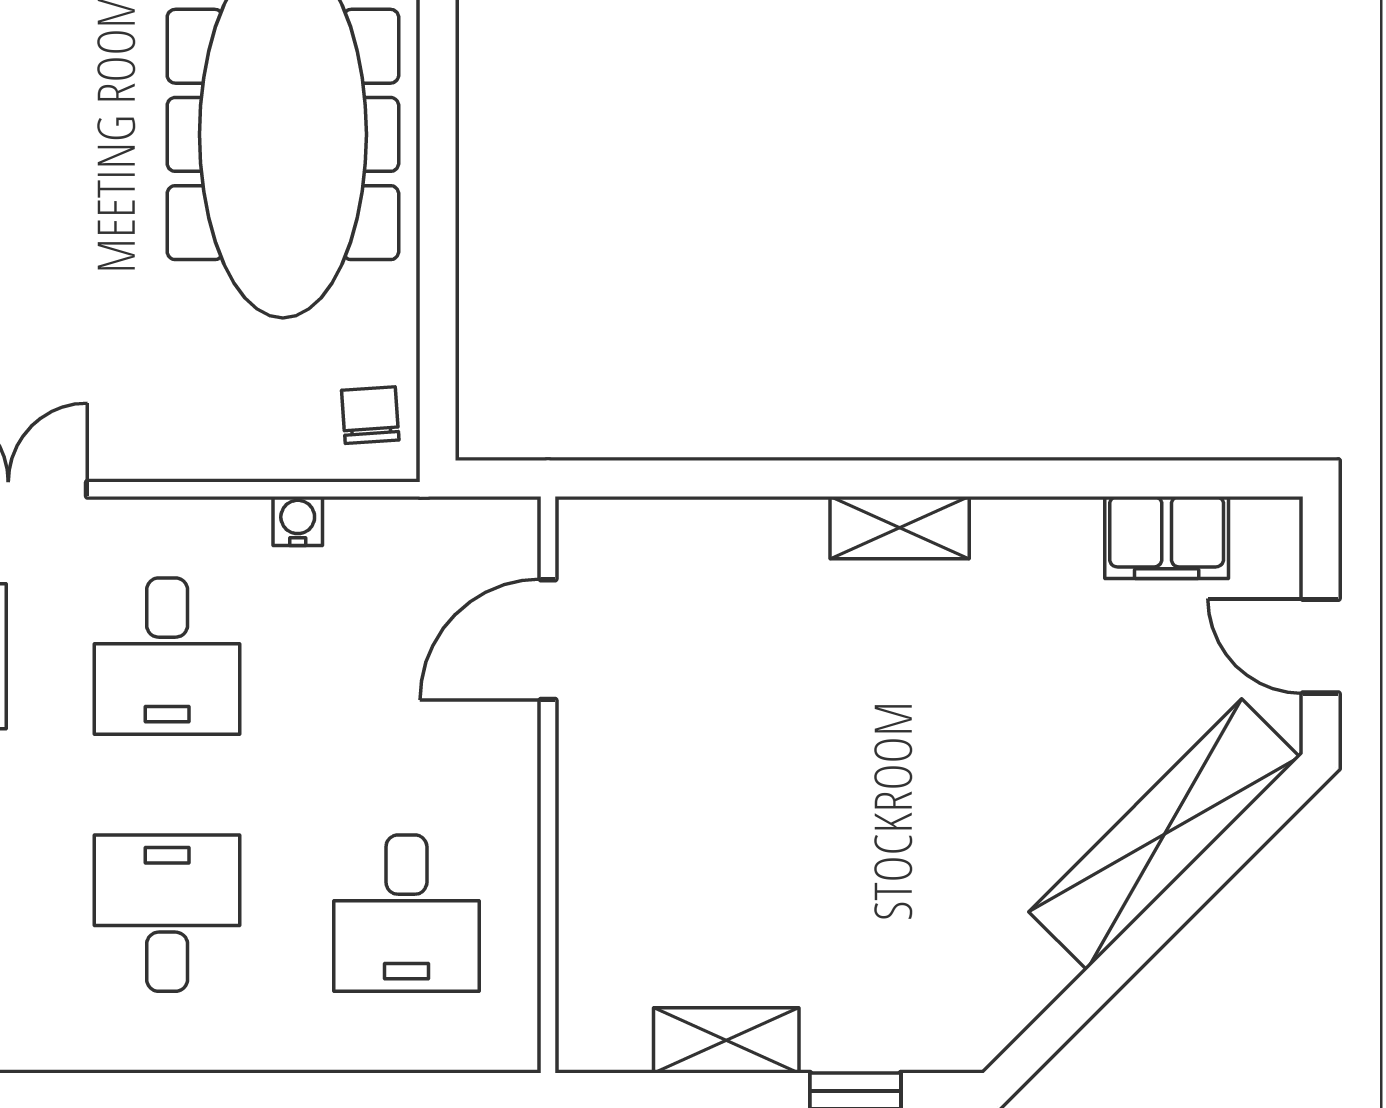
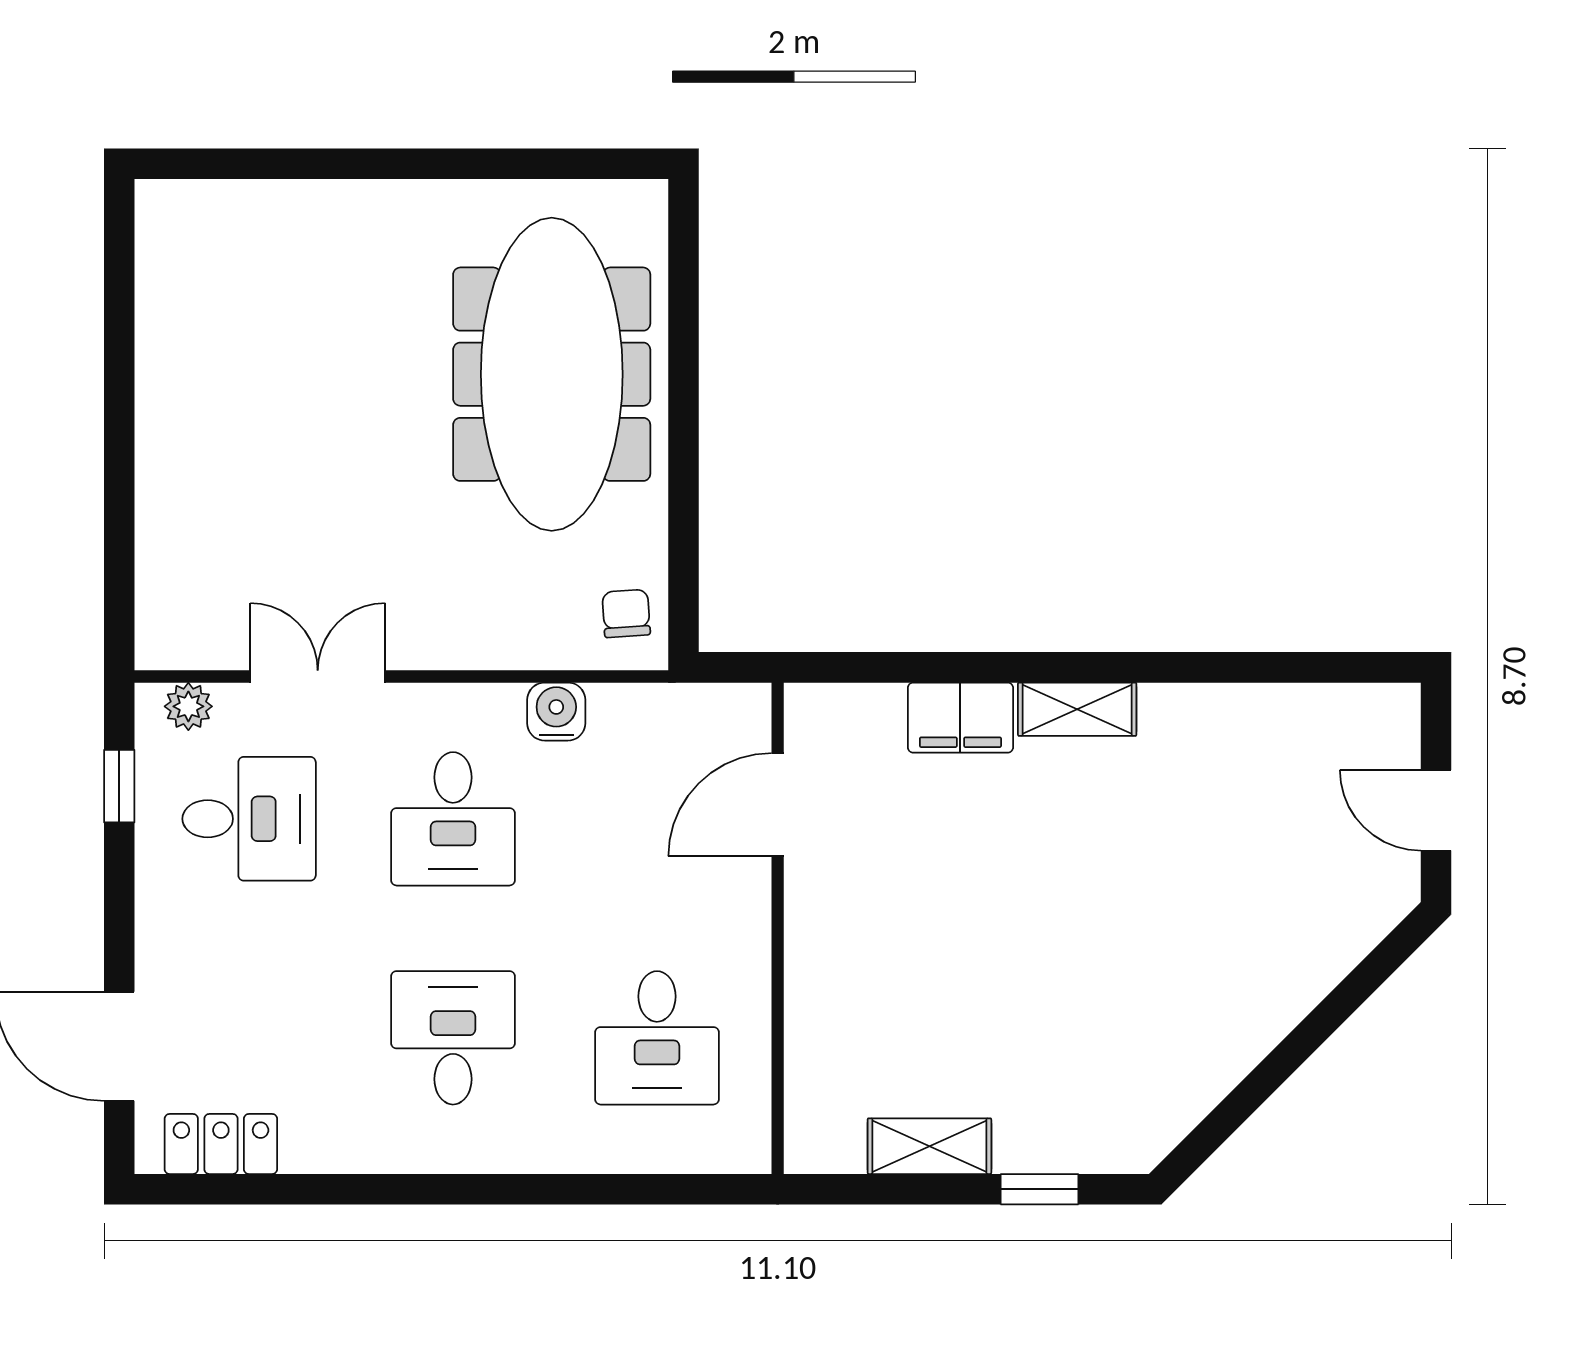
water cooler: (298, 521) -> (556, 712), width x1.38, depth x1.38
filing cabinet: (1167, 537) -> (960, 718), moved
shelving: (1164, 834) -> (1303, 971), removed

